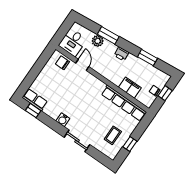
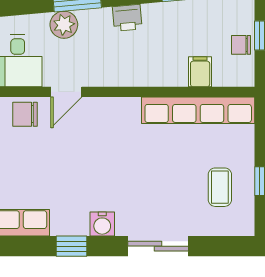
door: (82, 65) -> (66, 92), swing flipped
filing cabinet: (130, 88) -> (200, 72), width x0.50
window: (33, 111) -> (71, 246), moved

